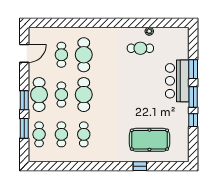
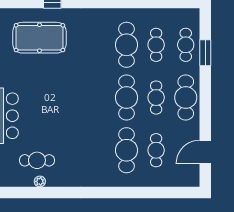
cafe table: (140, 48) -> (37, 160), moved
window: (24, 100) -> (205, 90), removed
cafe table: (84, 134) -> (127, 45), width x1.37, depth x1.35

